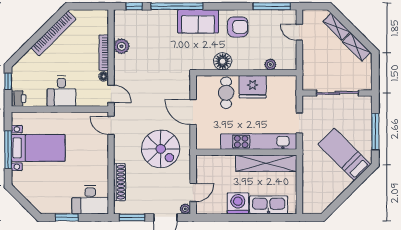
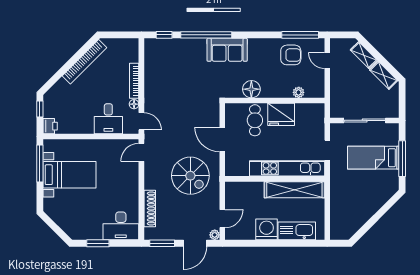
armchair: (238, 27) -> (291, 55), moved
plant: (122, 46) -> (152, 74), removed
desk: (61, 91) -> (108, 119), moved
door: (111, 125) -> (141, 152), hinge flipped
window: (8, 150) -> (40, 164), moved
bed: (344, 154) -> (373, 158), moved, turned -45

